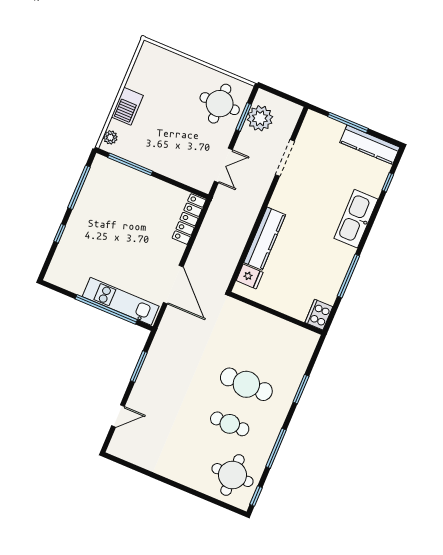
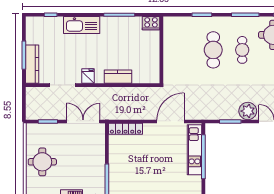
round table: (220, 104) -> (42, 162), moved
plant: (260, 118) -> (248, 111), moved
kitchen counter: (370, 145) -> (32, 64), moved
double door: (223, 165) -> (83, 121), width x1.37
kitchen counter: (265, 239) -> (118, 77), width x0.67
fridge: (250, 277) -> (88, 76), moved

